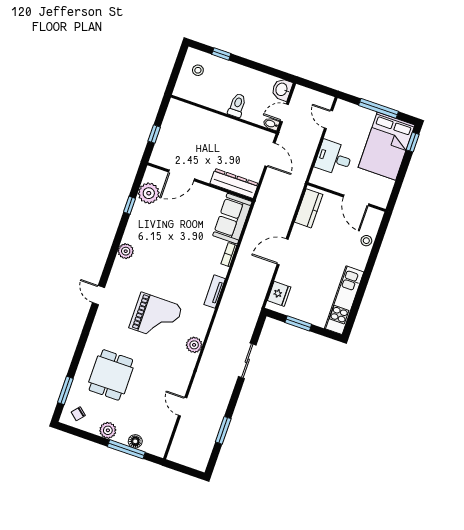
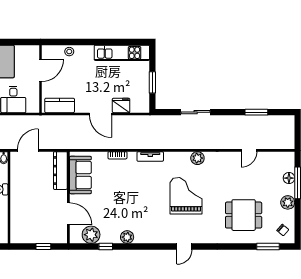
sofa: (232, 219) -> (80, 175), moved, turned -90
plant: (126, 251) -> (127, 237), moved
fridge: (279, 294) -> (121, 105), moved

